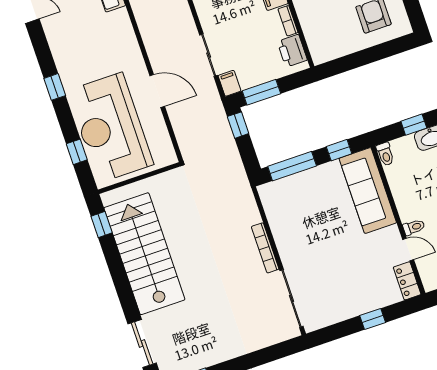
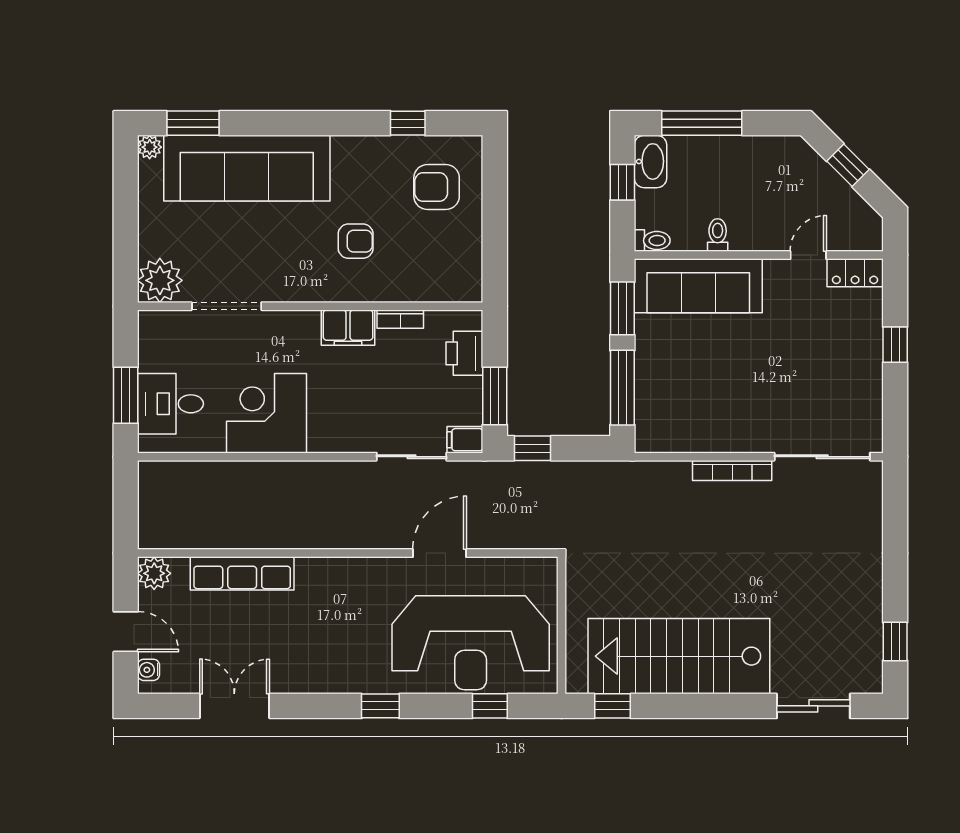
printer: (292, 51) -> (464, 353), moved, turned 90
window: (339, 150) -> (622, 308), width x1.50
toilet: (414, 227) -> (718, 235), moved

